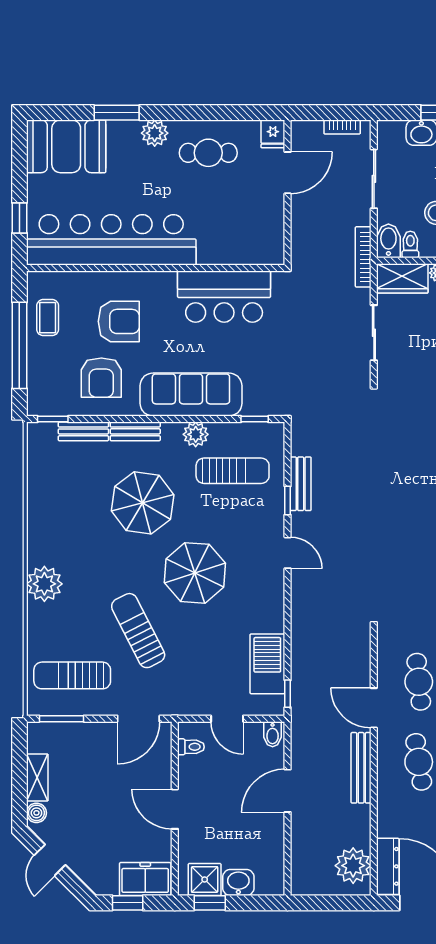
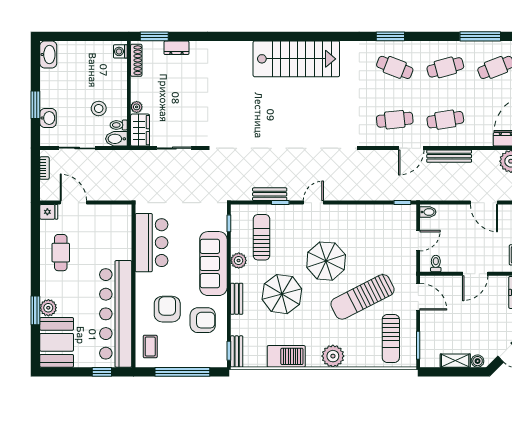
plant: (155, 133) -> (48, 308), moved
bookcase: (363, 257) -> (126, 155), removed
coffee table: (48, 318) -> (150, 347), moved, turned 90
bench: (83, 431) -> (237, 352), moved
sun lounger: (138, 631) -> (362, 297), width x1.36, depth x1.34
barbecue: (267, 664) -> (286, 356), moved, turned 180
door: (288, 791) -> (484, 203), moved

